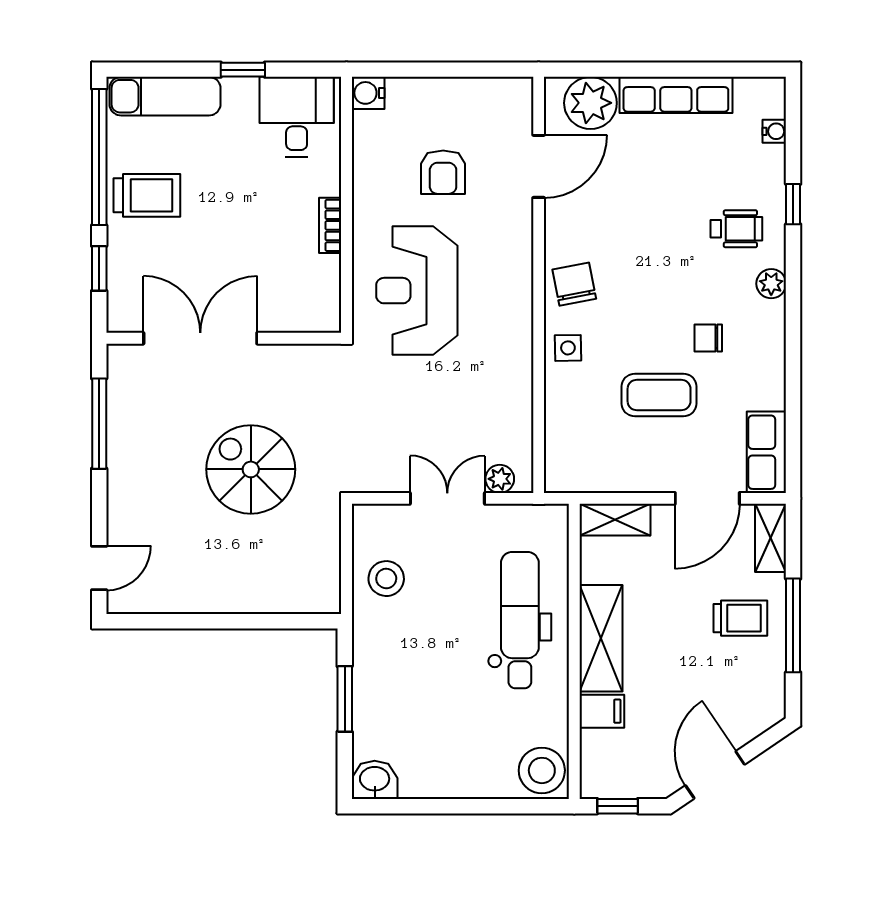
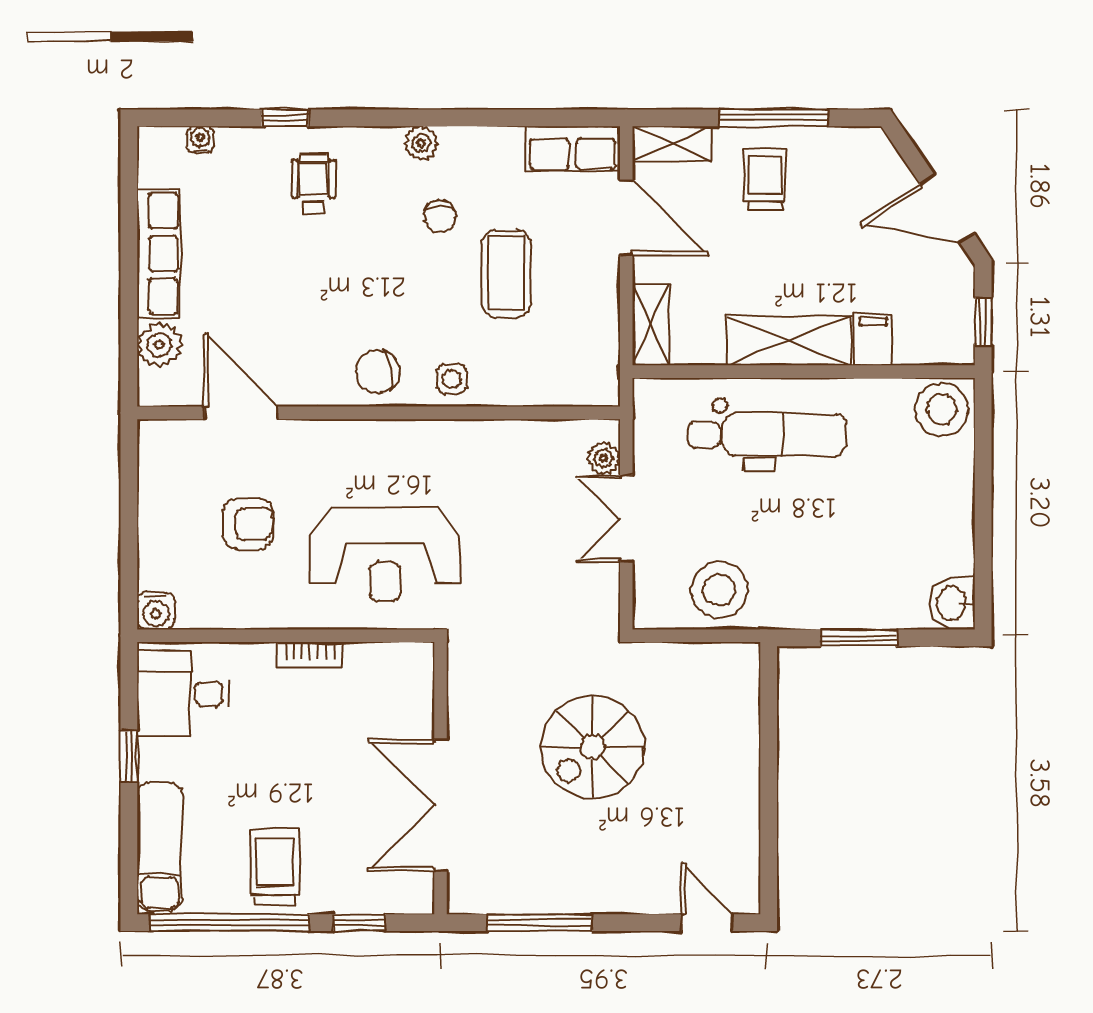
plant: (590, 103) -> (159, 345), width x0.73, depth x0.73
plant: (771, 284) -> (421, 143), moved
stool: (386, 579) -> (719, 590), width x1.38, depth x1.38
dental chair: (520, 620) -> (767, 435), turned 180

